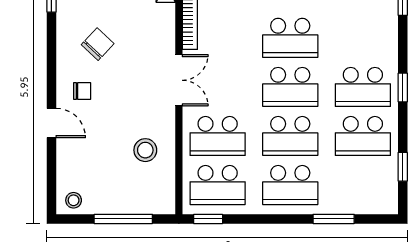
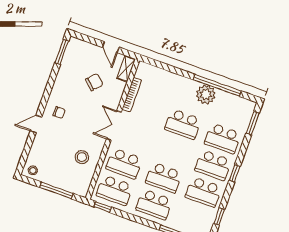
chair: (98, 44) -> (94, 82), moved
double door: (179, 80) -> (114, 126), swing flipped
school desk: (290, 87) -> (223, 138), moved
door: (51, 123) -> (36, 124), swing flipped

